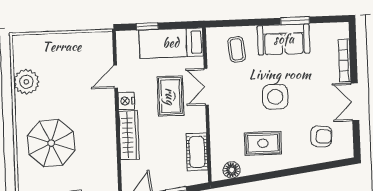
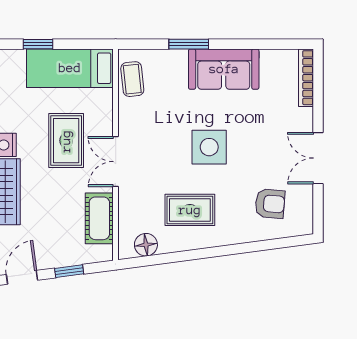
window: (295, 21) -> (189, 44), moved
coffee table: (237, 49) -> (132, 79), moved
bookcase: (345, 60) -> (306, 78), moved
double door: (206, 87) -> (116, 162), moved

